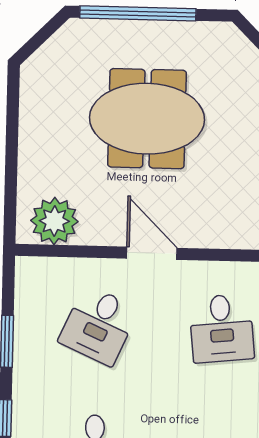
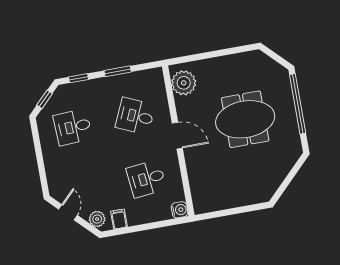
meeting table: (147, 119) -> (245, 119), turned 90
door: (152, 253) -> (177, 136), hinge flipped

